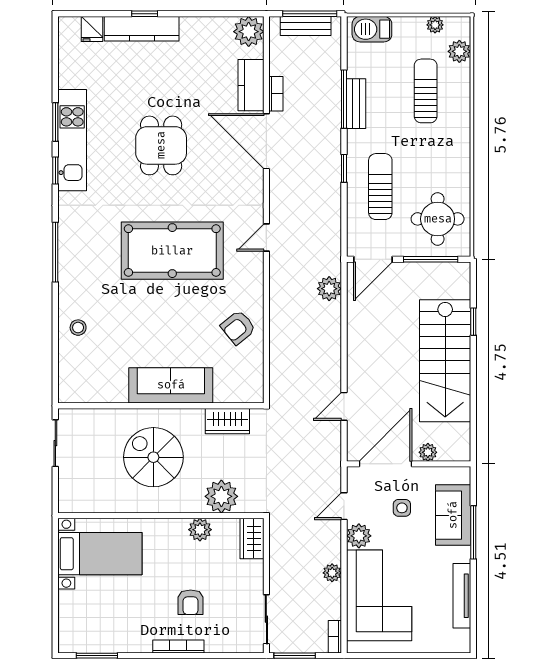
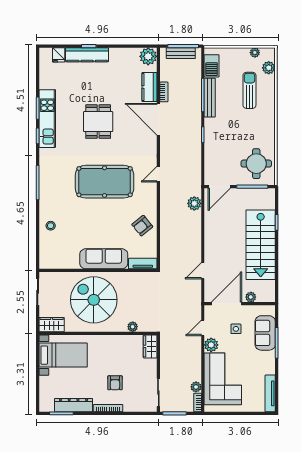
barbecue: (372, 29) -> (212, 66), moved, turned -90
bench: (356, 104) -> (210, 98), width x1.36
sun lounger: (380, 187) -> (224, 145), removed
tv unit: (239, 394) -> (143, 264), added
wardrobe: (227, 421) -> (52, 325), moved, turned 180
spiral stairs: (153, 457) -> (94, 300), width x1.37, depth x1.37
plant: (221, 496) -> (133, 327), width x0.53, depth x0.53
plant: (200, 530) -> (120, 341), removed
plant: (332, 573) -> (196, 387), moved
tv unit: (462, 596) -> (270, 393), moved
dresser: (118, 641) -> (74, 405), added

